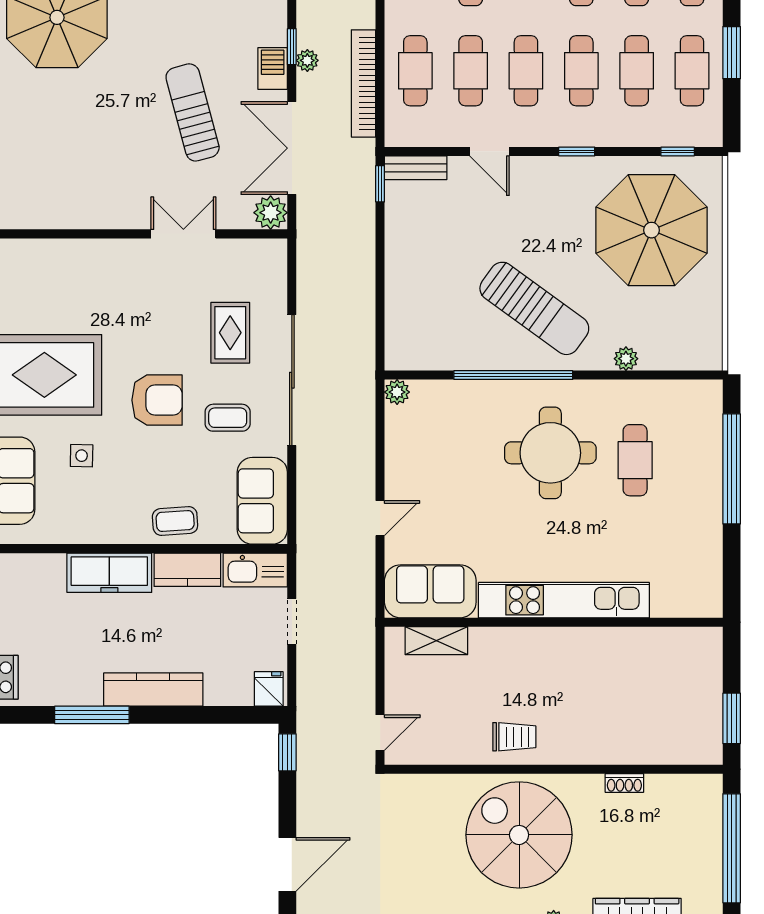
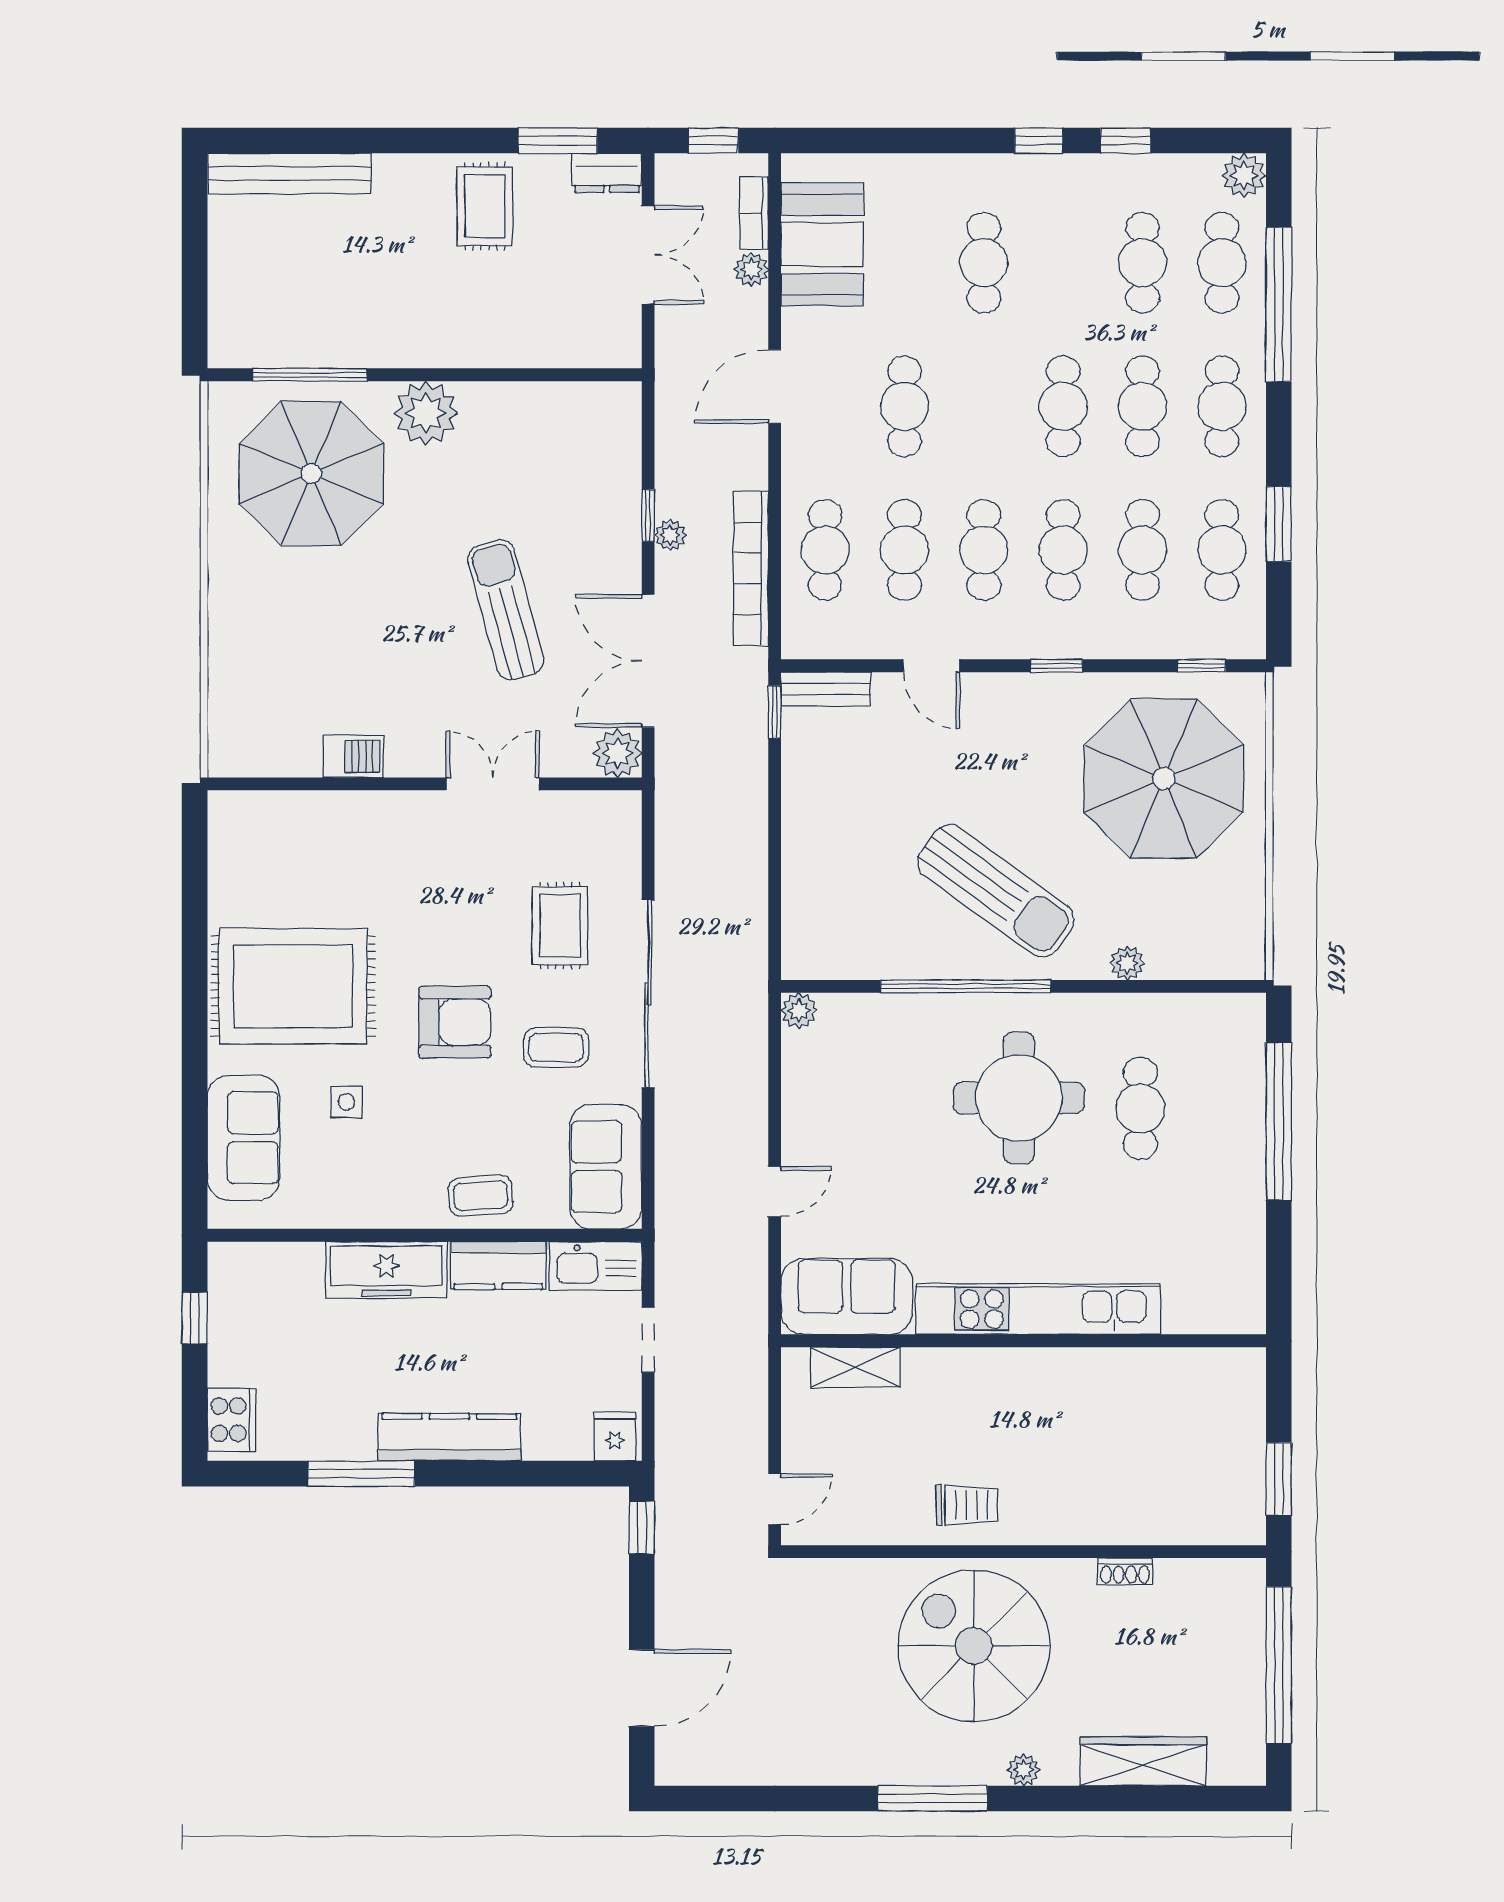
barbecue: (273, 68) -> (353, 756), moved, turned 90

